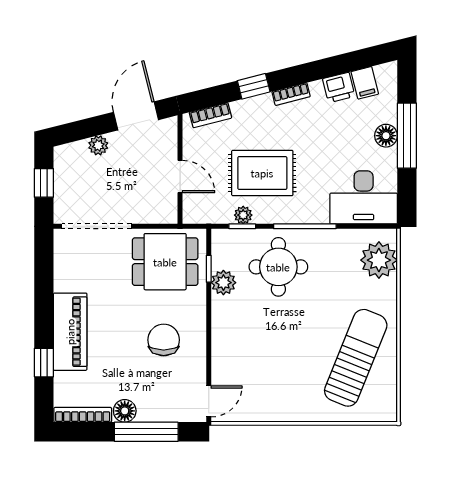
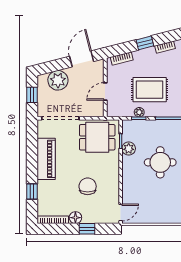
plant: (98, 145) -> (58, 80), width x1.87, depth x1.87
door: (180, 177) -> (105, 91), swing flipped
round table: (278, 267) -> (160, 162), moved
piano: (70, 332) -> (46, 159), moved
chair: (164, 340) -> (88, 186), moved
window: (146, 432) -> (87, 229), width x0.46

